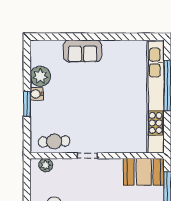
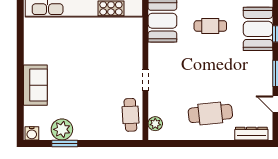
water cooler: (37, 94) -> (32, 133), moved
window: (27, 104) -> (65, 143), moved

